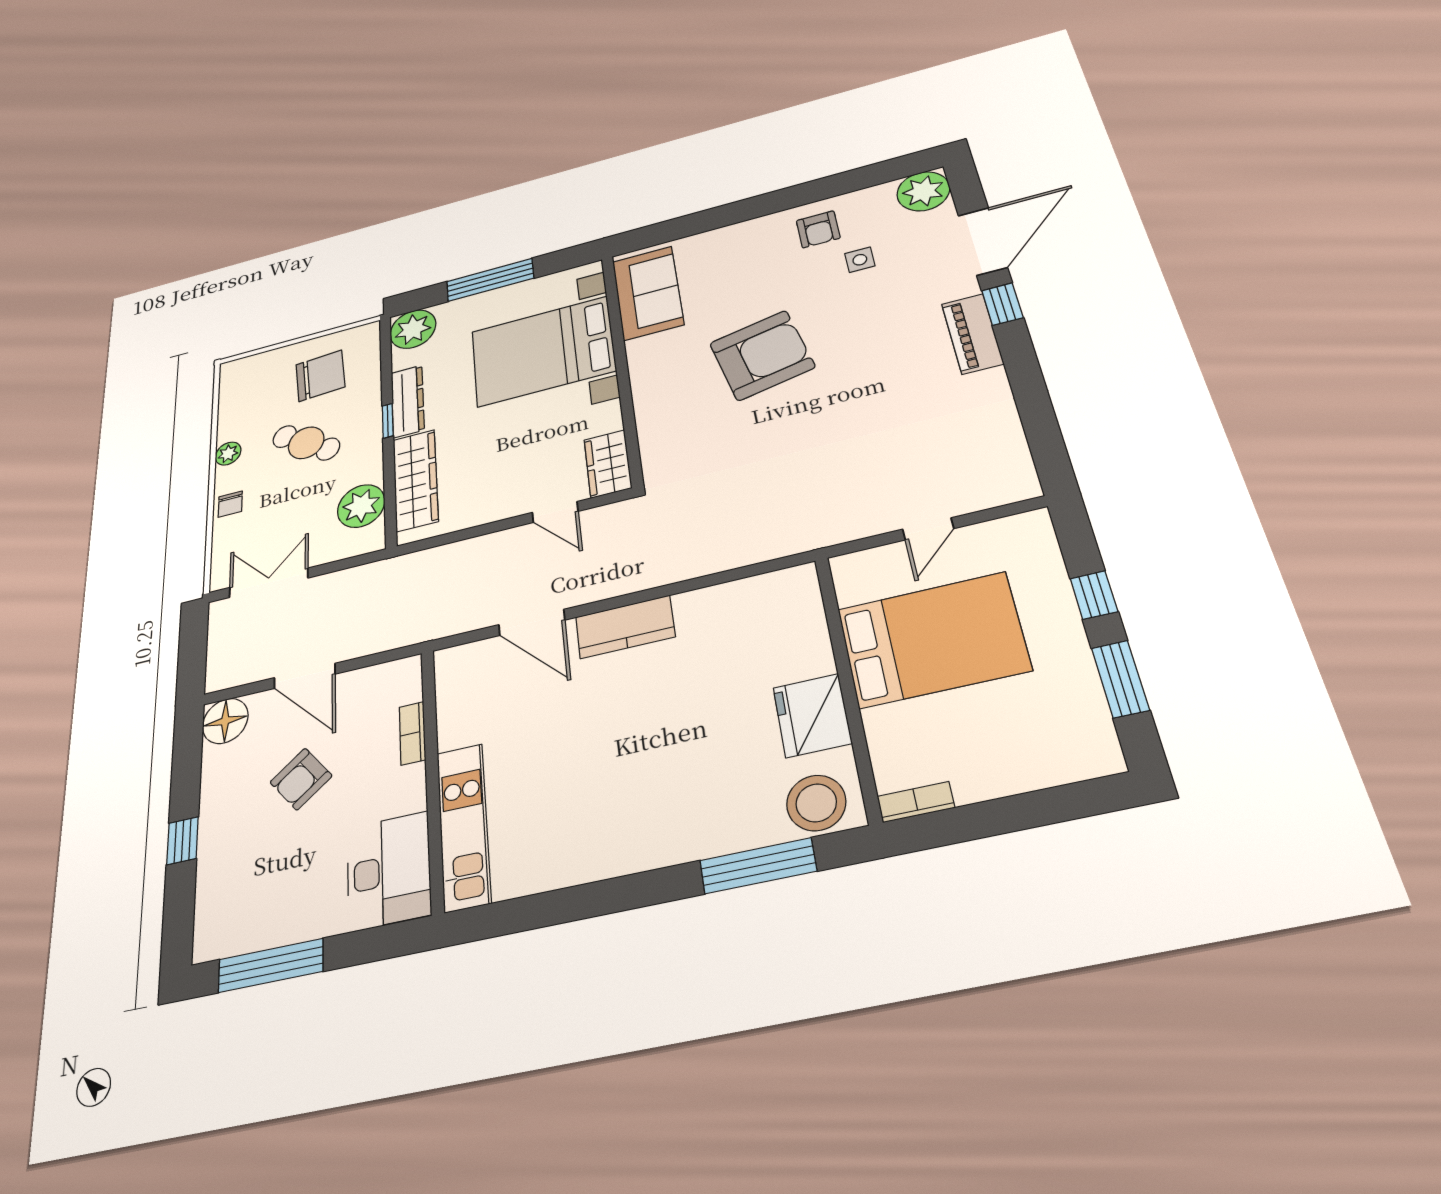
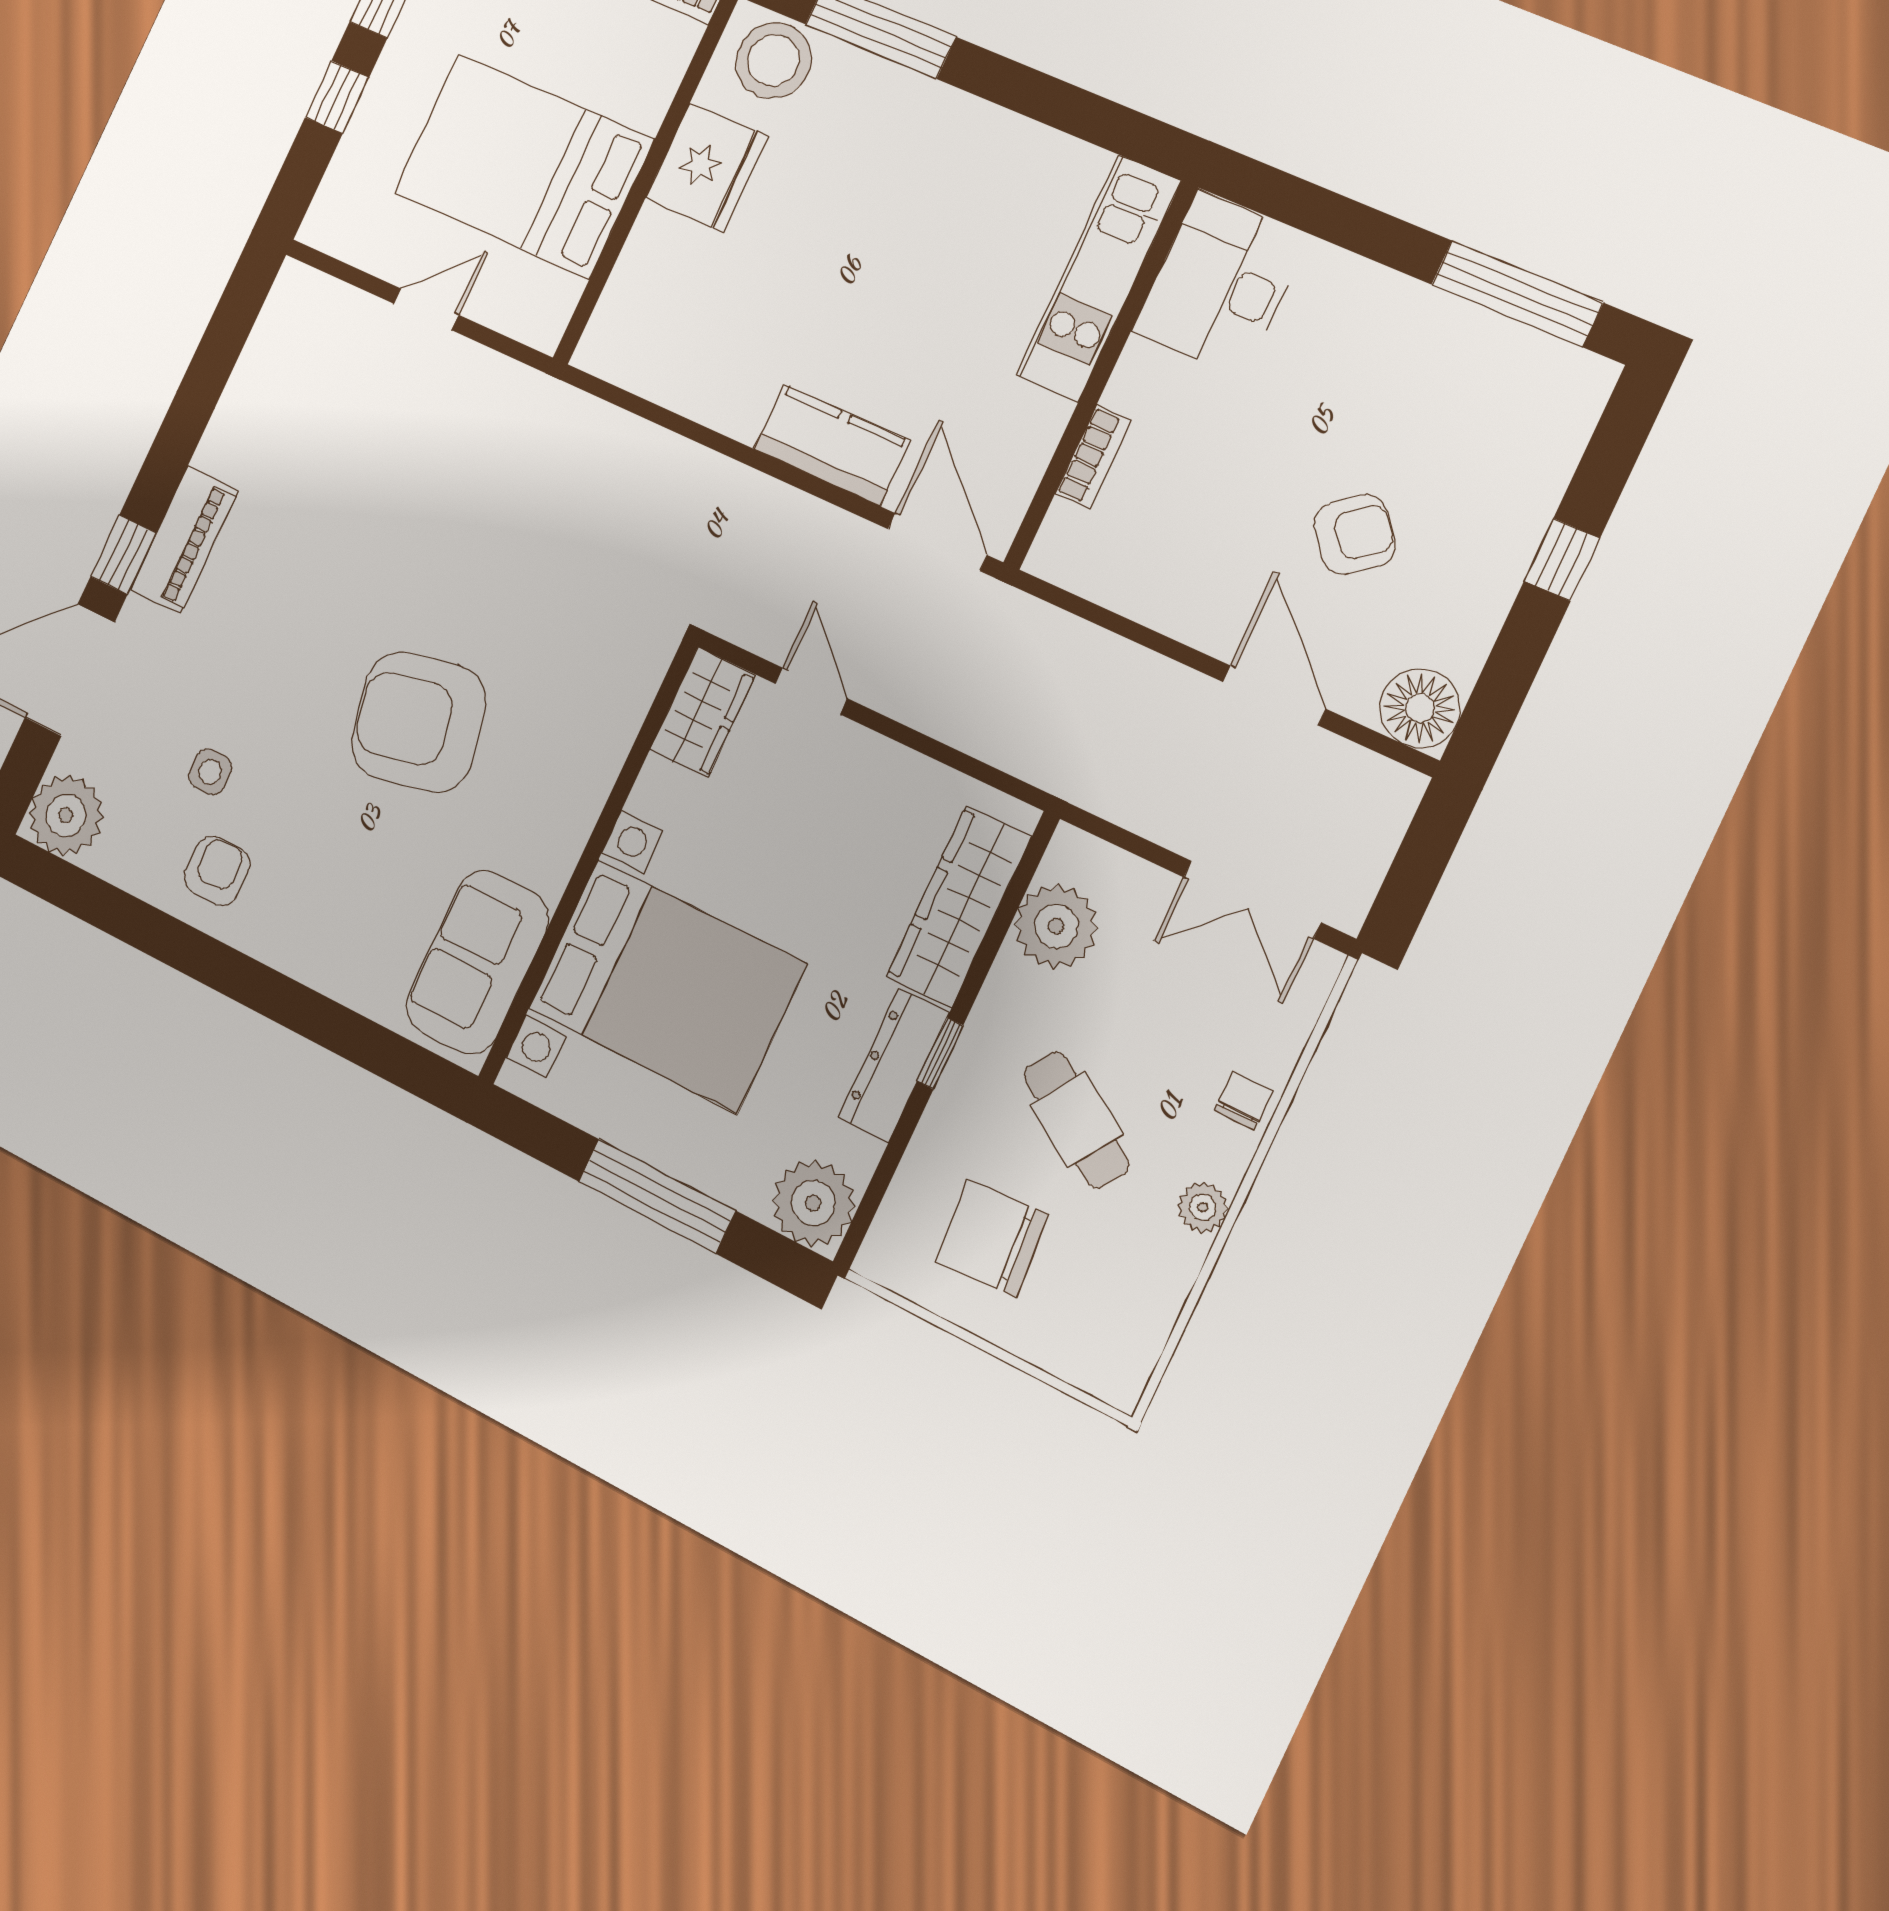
bookcase: (412, 733) -> (1093, 457), moved
wall: (432, 777) -> (1101, 375), moved
kitchen unit: (464, 826) -> (1099, 278), moved
desk: (389, 871) -> (1221, 284), moved

